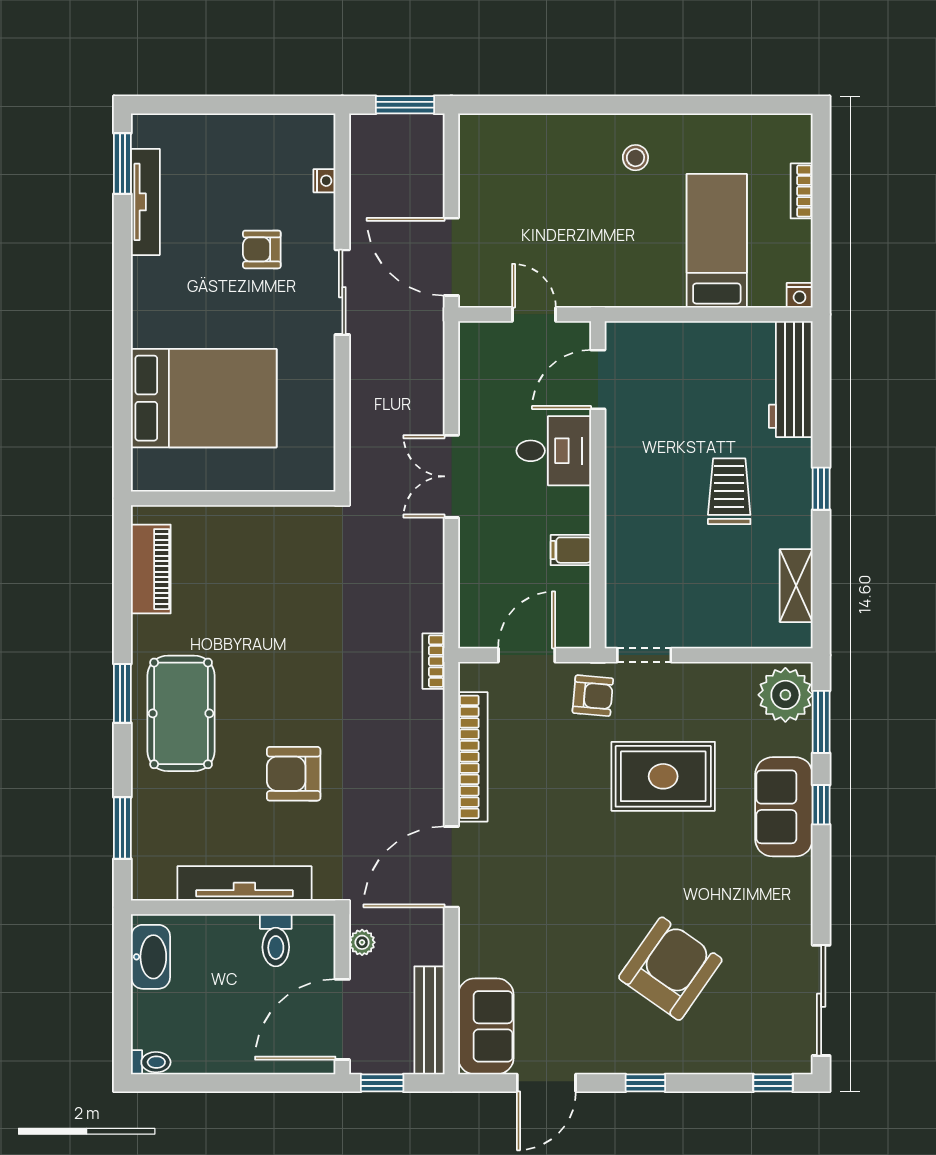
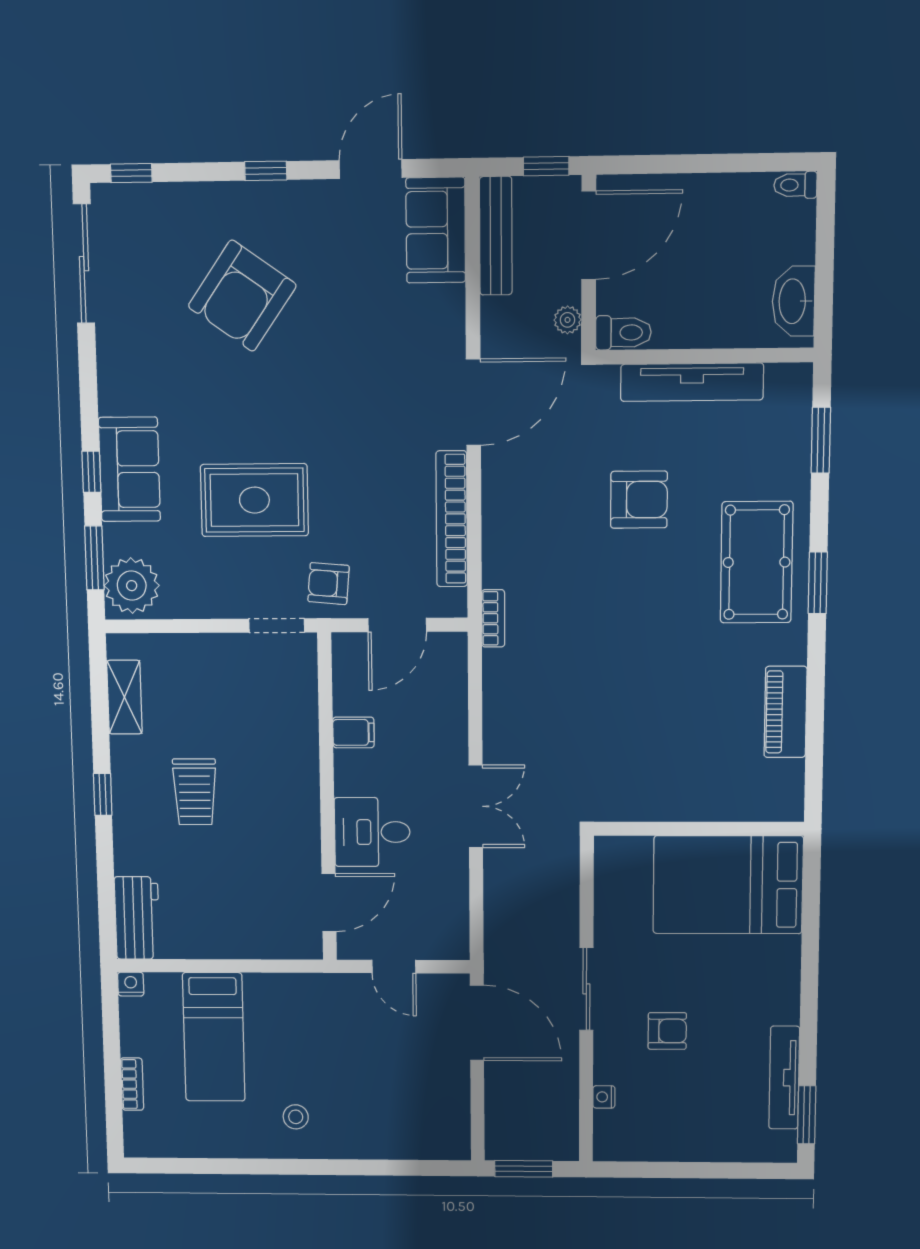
workbench: (791, 379) -> (137, 918), width x0.73
wall: (233, 498) -> (699, 829), moved
toilet: (276, 940) -> (623, 333), moved, turned 90

